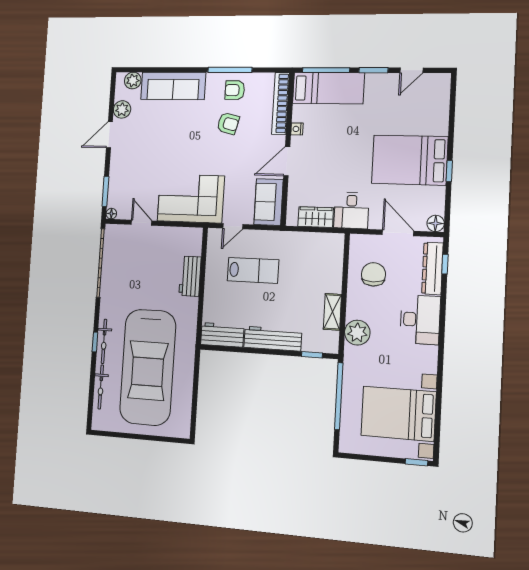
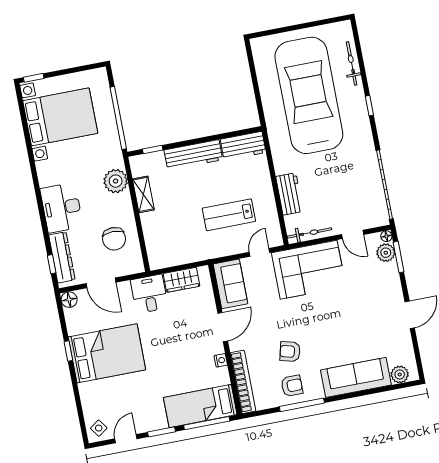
side table: (437, 86) -> (99, 428), added
plant: (122, 109) -> (386, 253), moved
bicycle: (104, 341) -> (309, 233), moved, turned 90

